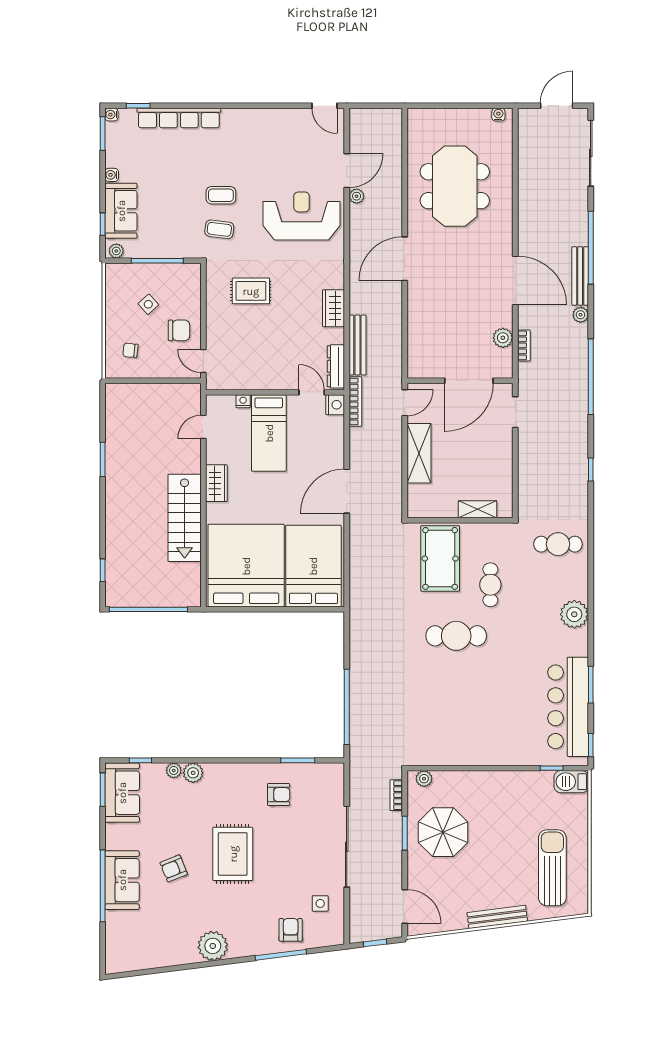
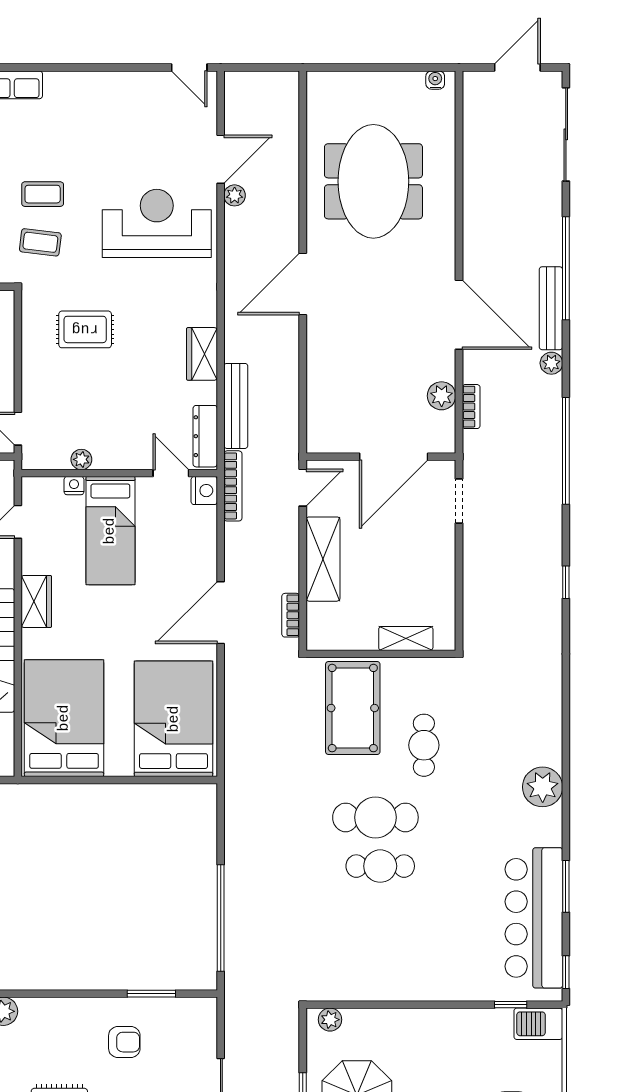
plant: (248, 383) -> (81, 459), added
cafe table: (558, 544) -> (380, 866), moved
bed: (246, 566) -> (64, 718), width x0.73
bookcase: (396, 795) -> (291, 615), moved

